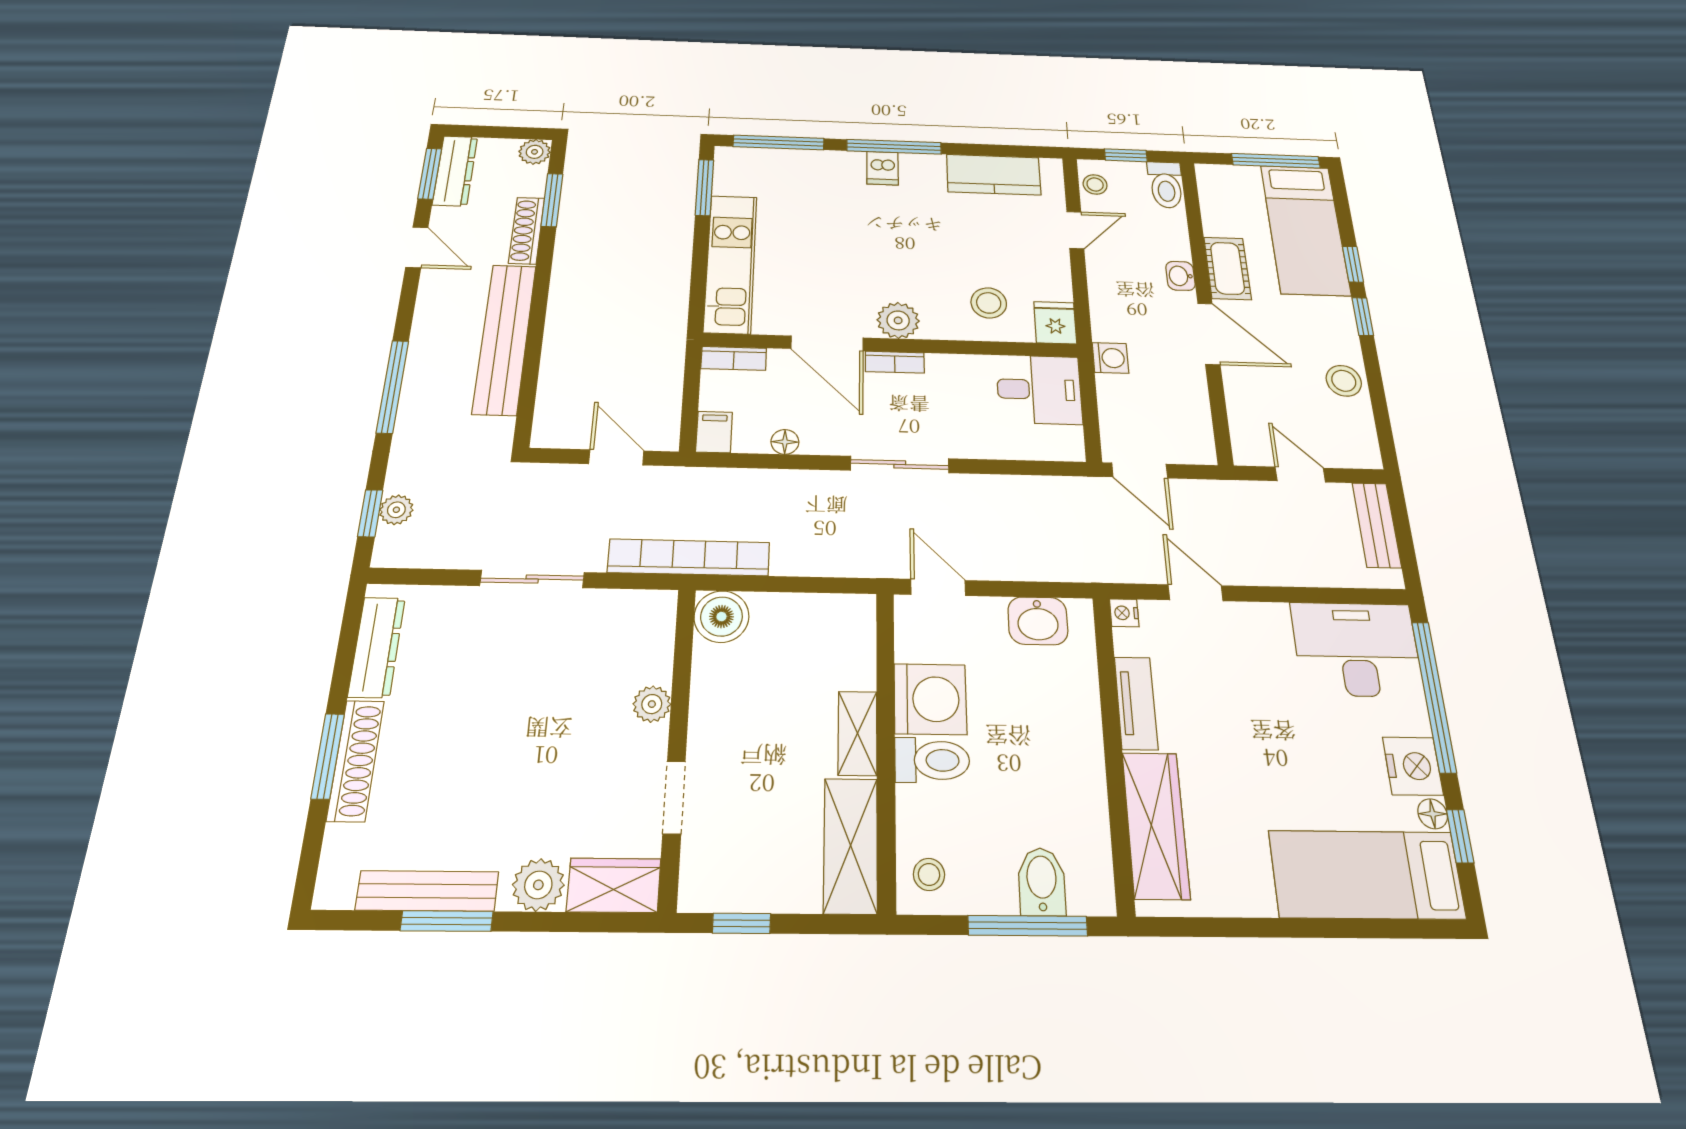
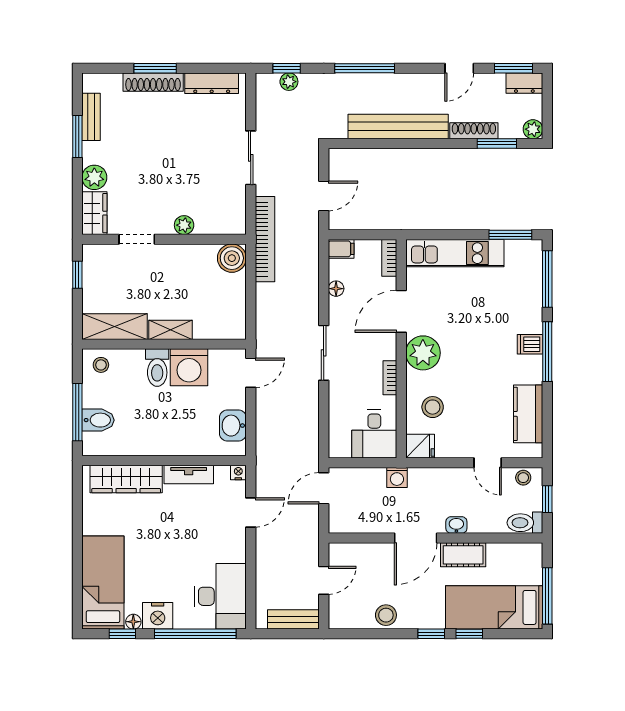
dresser: (455, 171) -> (524, 83), width x0.70
plant: (898, 320) -> (423, 353), width x1.36, depth x1.36
bookcase: (895, 362) -> (390, 378), moved
bench: (427, 891) -> (91, 117), width x0.73

